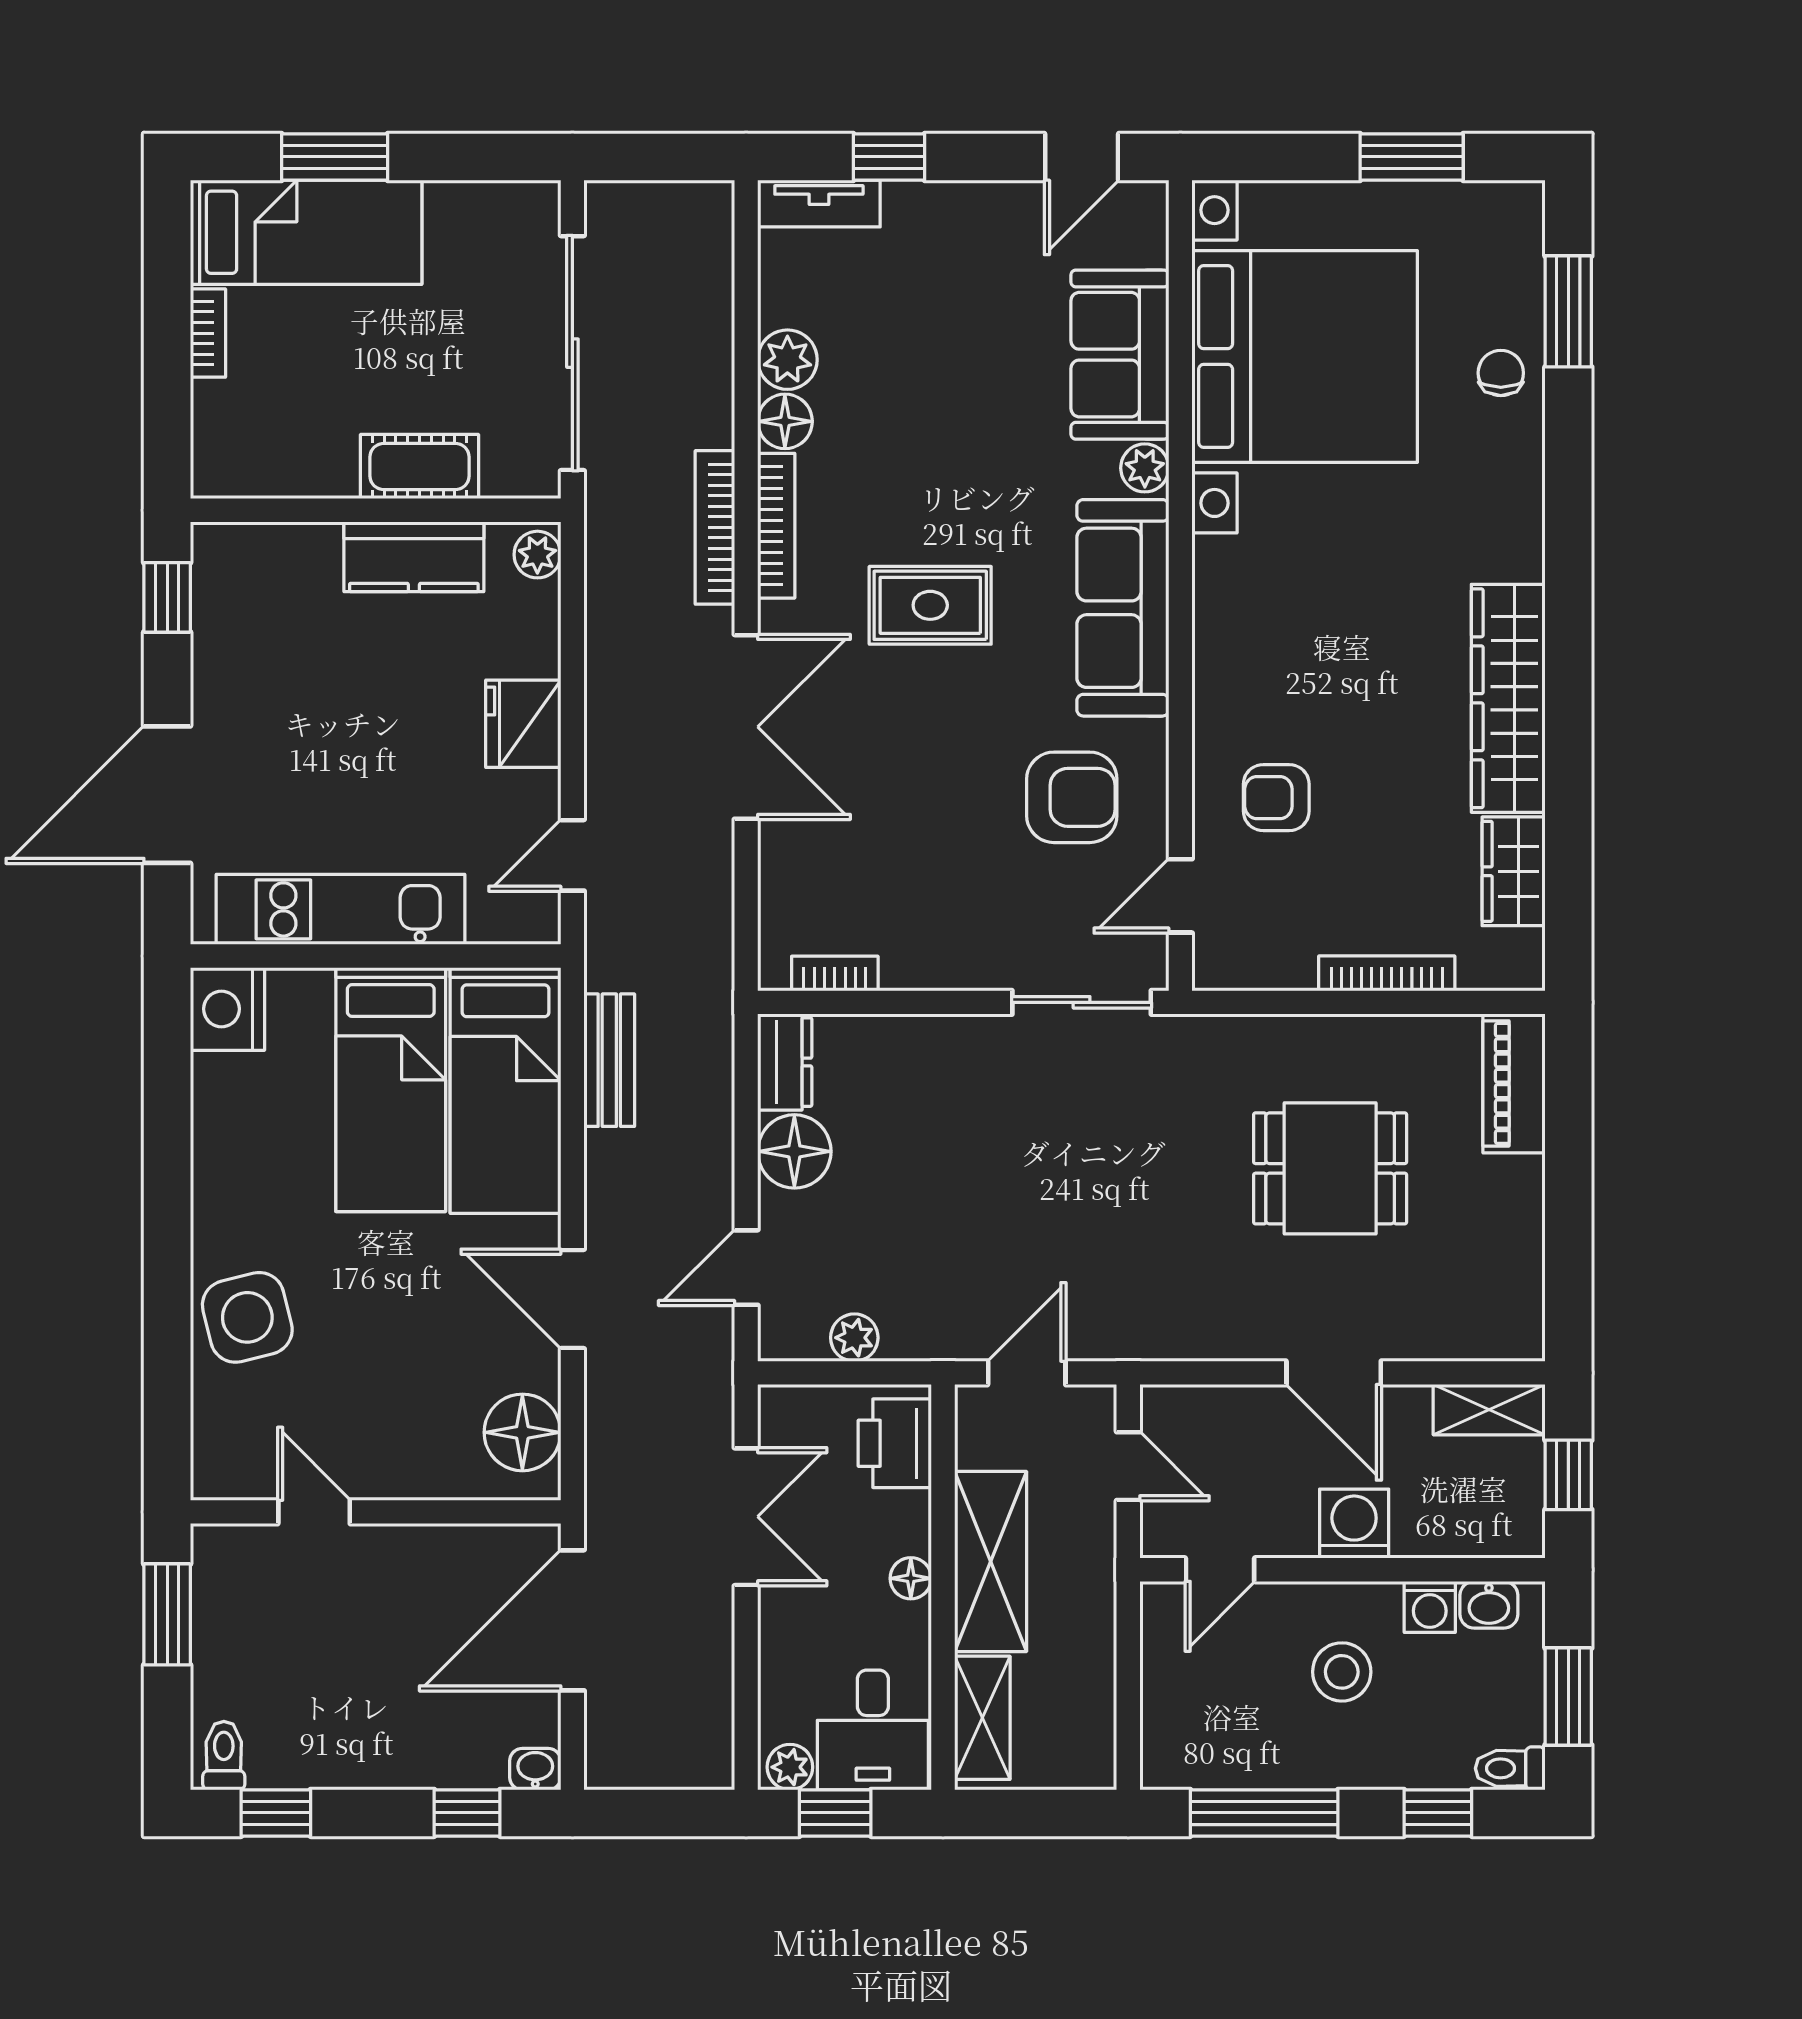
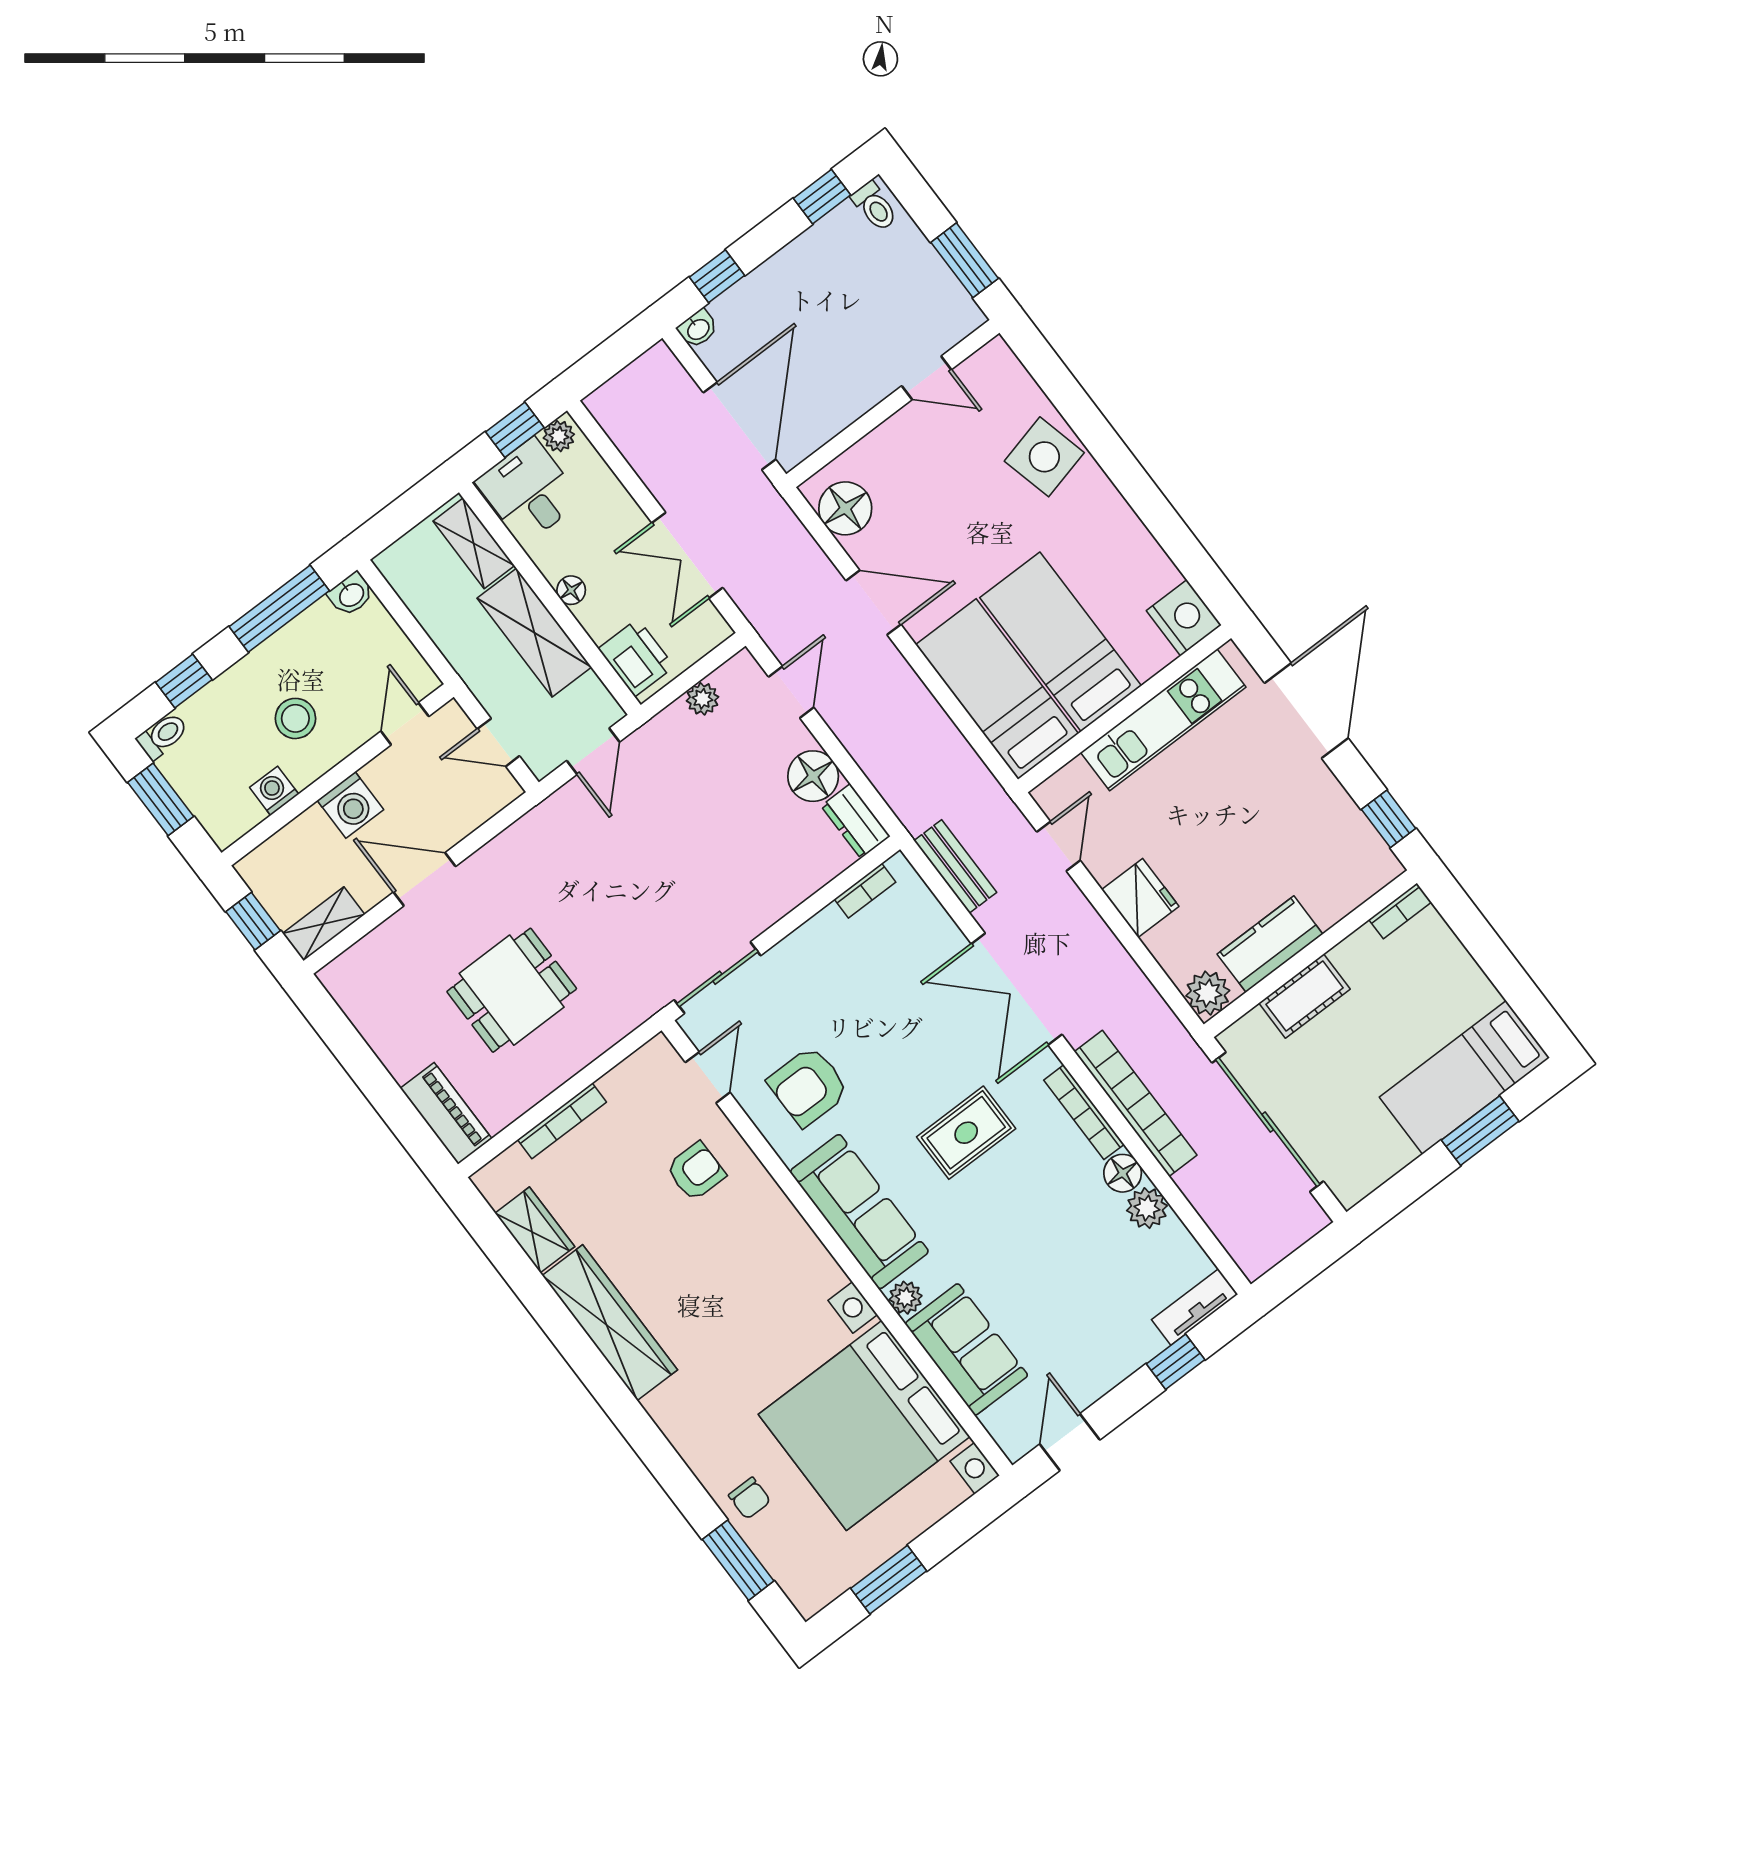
bookcase: (208, 333) -> (1400, 911), moved, turned -90
bookcase: (715, 527) -> (1136, 1103), width x1.48, depth x1.31
plant: (537, 555) -> (1208, 993), width x1.38, depth x1.38
bench: (609, 1060) -> (955, 866), moved
washbasin: (1489, 1605) -> (351, 594), moved, turned 180

